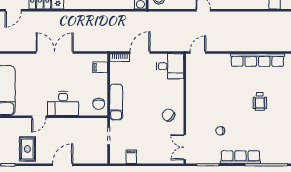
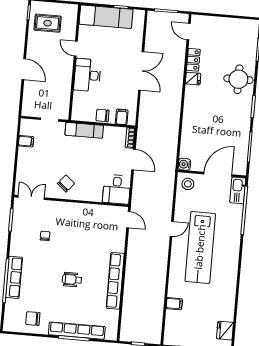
chair: (99, 104) -> (103, 115), moved
rug: (27, 149) -> (48, 23), moved
row of seats: (240, 157) -> (14, 277), moved

